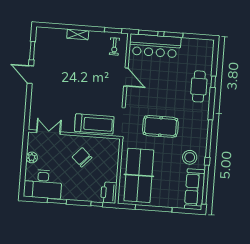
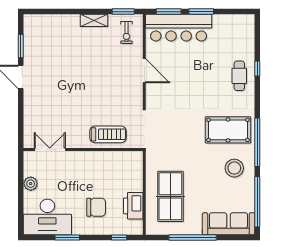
shelving: (78, 34) -> (94, 20), moved
cafe table: (199, 86) -> (239, 76), width x0.73, depth x0.74
treadmill: (94, 124) -> (108, 134), width x0.73, depth x0.73
pool table: (160, 126) -> (228, 130), moved
chair: (82, 157) -> (96, 207), moved, turned 137
table tennis table: (139, 175) -> (170, 196), width x0.73, depth x0.76
sofa: (194, 189) -> (229, 224), moved, turned 90
printer: (109, 193) -> (133, 206), moved

